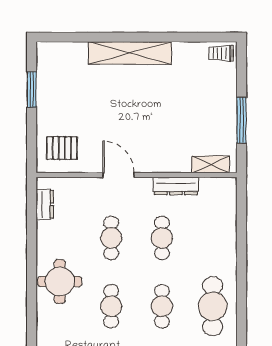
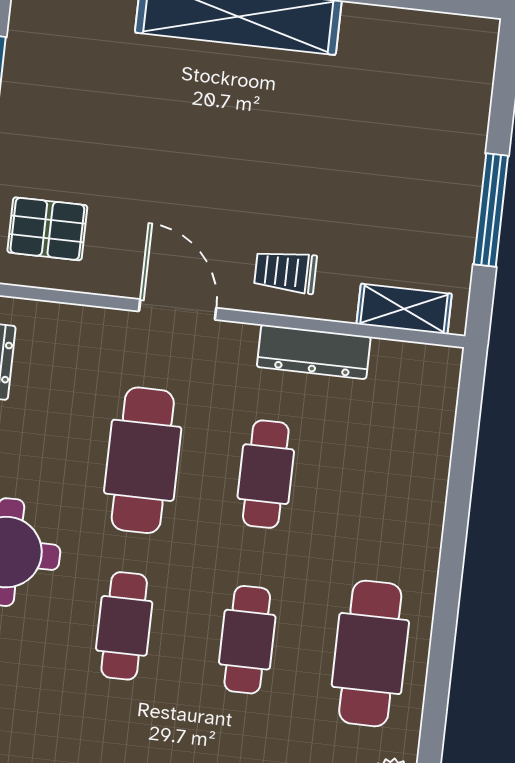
trolley: (221, 53) -> (285, 272), moved
cafe table: (111, 238) -> (143, 460), width x1.37, depth x1.35

